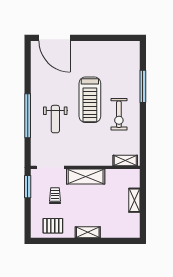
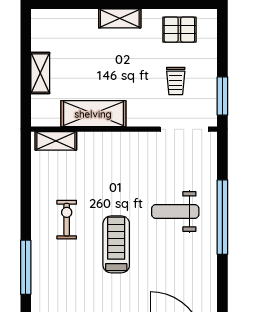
treadmill: (90, 100) -> (116, 244), width x0.73, depth x0.73
exercise bike: (119, 114) -> (67, 220), width x0.73, depth x0.72
weight bench: (55, 119) -> (175, 211), turned -90
shelving: (86, 176) -> (93, 114), moved

